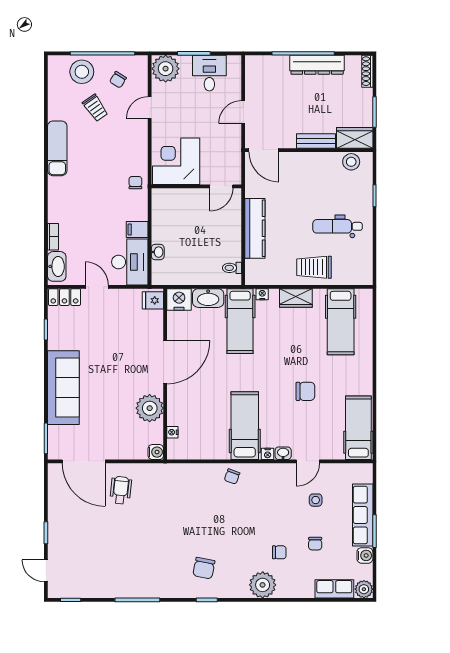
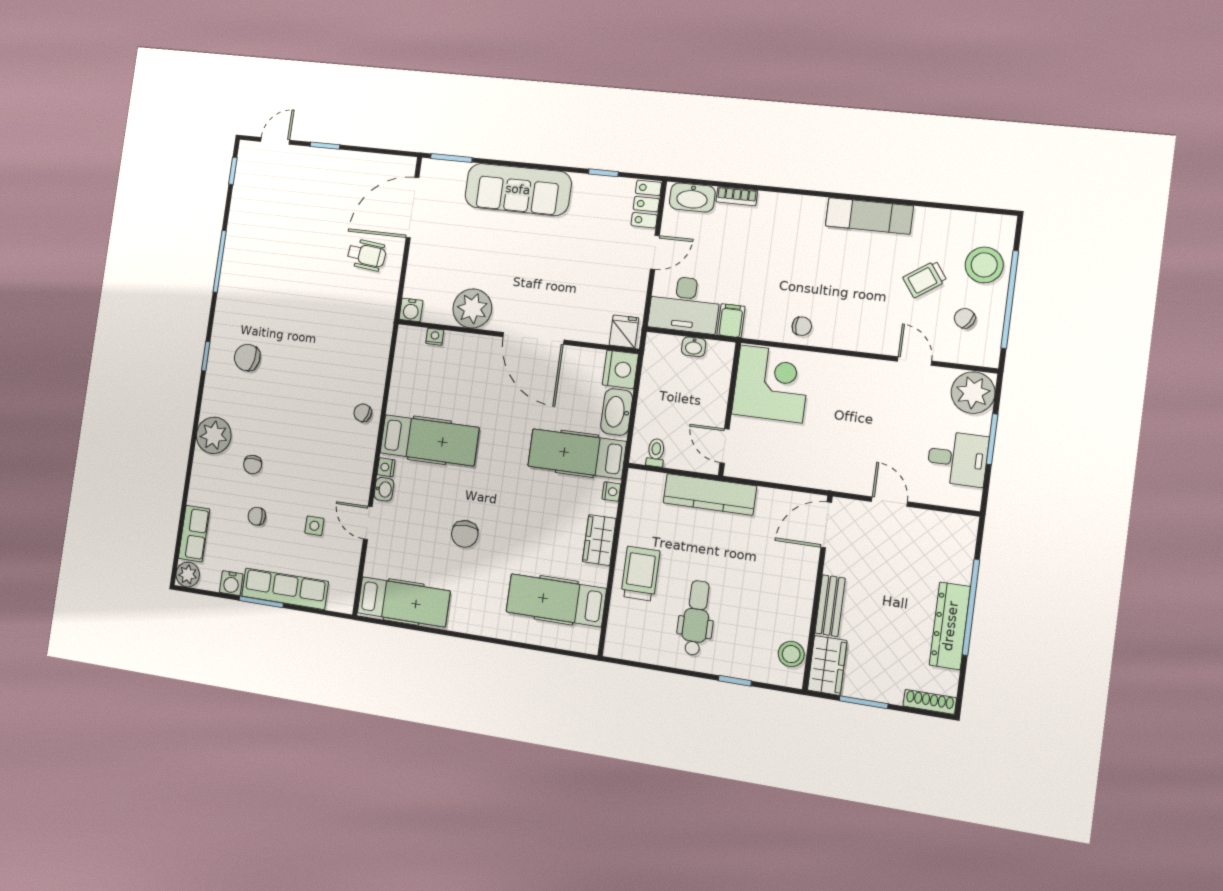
corner desk: (176, 161) -> (771, 384), moved
wall: (196, 186) -> (729, 409), moved
door: (221, 186) -> (725, 446), moved

